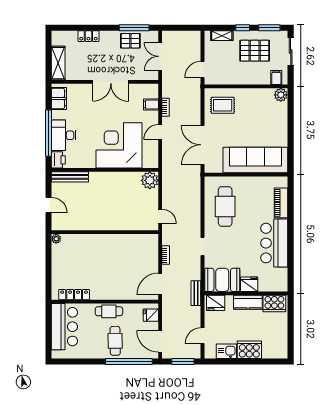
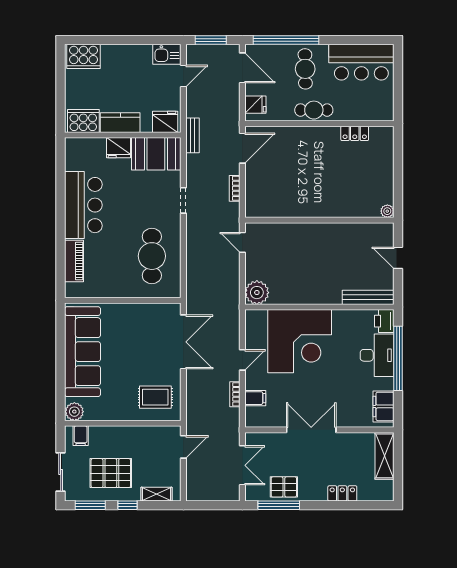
sofa: (255, 160) -> (83, 352), moved, turned -90
locker: (74, 295) -> (355, 133), width x0.66
bar counter: (64, 327) -> (361, 62), moved, turned -90
cooker: (249, 350) -> (83, 56), moved
kitchen sink: (226, 351) -> (167, 54), moved

